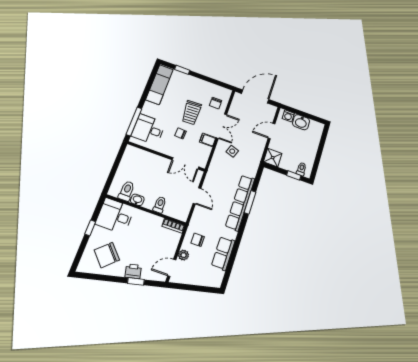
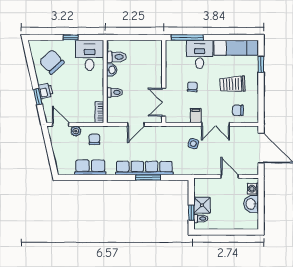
trolley: (191, 113) -> (233, 84), moved
desk: (148, 129) -> (200, 54), moved
shower: (273, 158) -> (202, 205), moved

